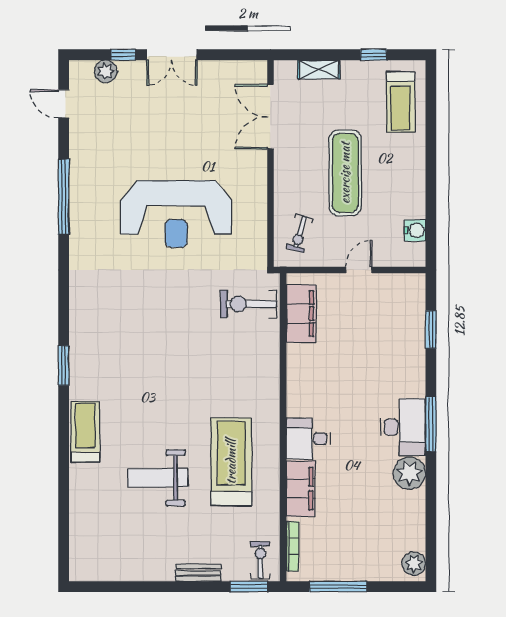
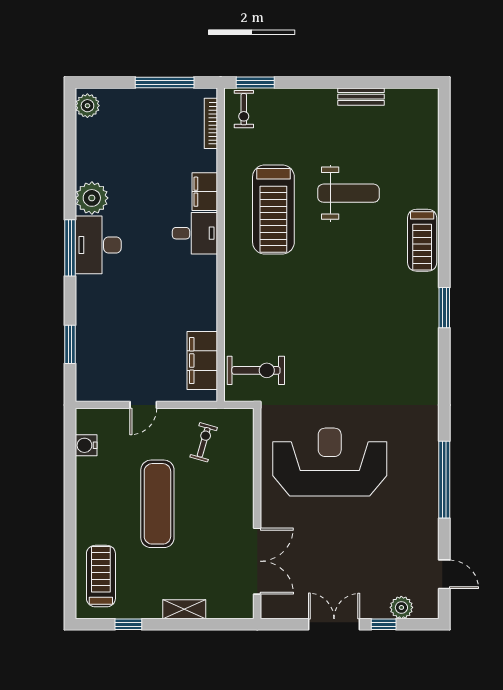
double door: (270, 117) -> (257, 561), moved
wall: (270, 163) -> (257, 514), moved
filing cabinet: (301, 489) -> (205, 192), width x0.67, depth x0.86
bench: (198, 573) -> (361, 97), moved

